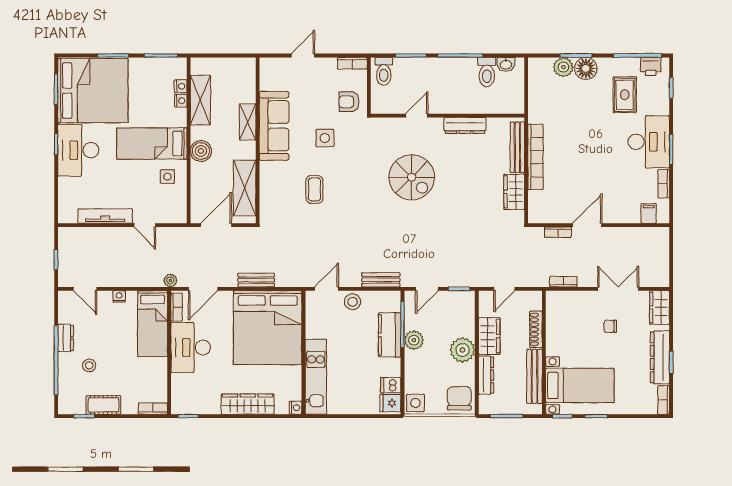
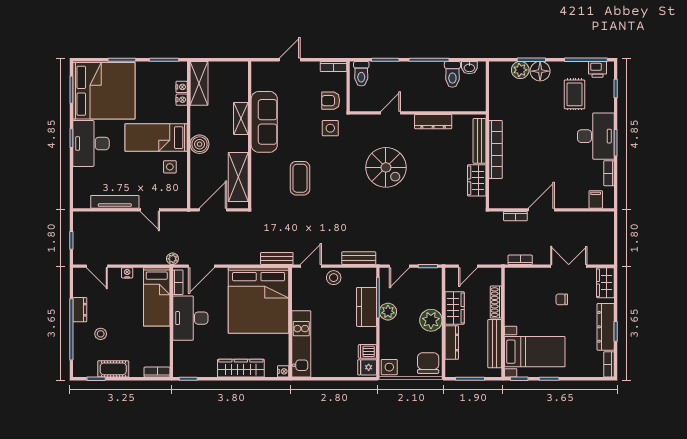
shelving: (200, 100) -> (199, 83), moved
side table: (325, 138) -> (330, 128), moved
coffee table: (314, 189) -> (300, 178), width x1.36, depth x1.30
bench: (256, 280) -> (277, 258), moved

